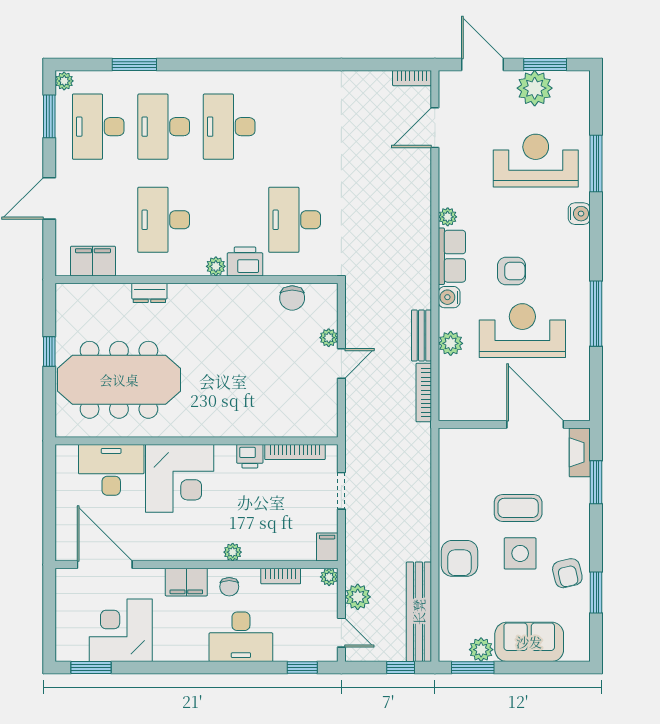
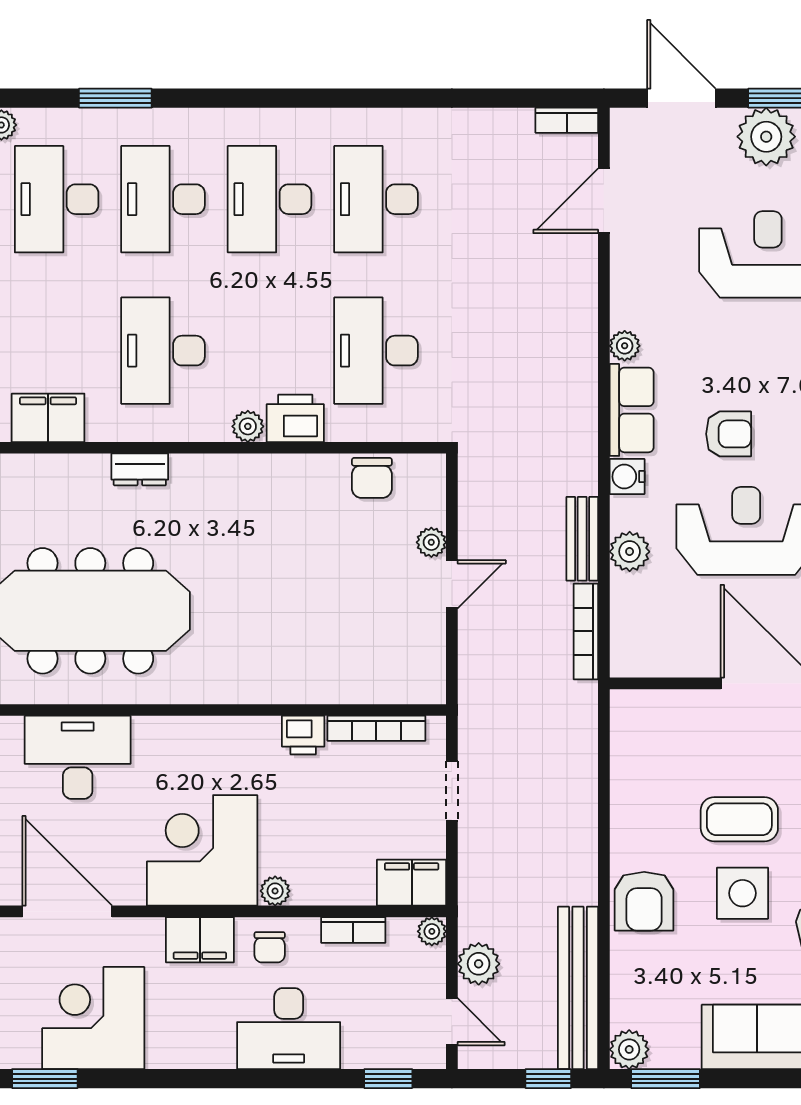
desk: (295, 127) -> (376, 199), added
corner desk: (180, 478) -> (202, 850), moved, turned 180
filing cabinet: (327, 547) -> (412, 883), width x2.00
plant: (481, 650) -> (629, 1049), moved

